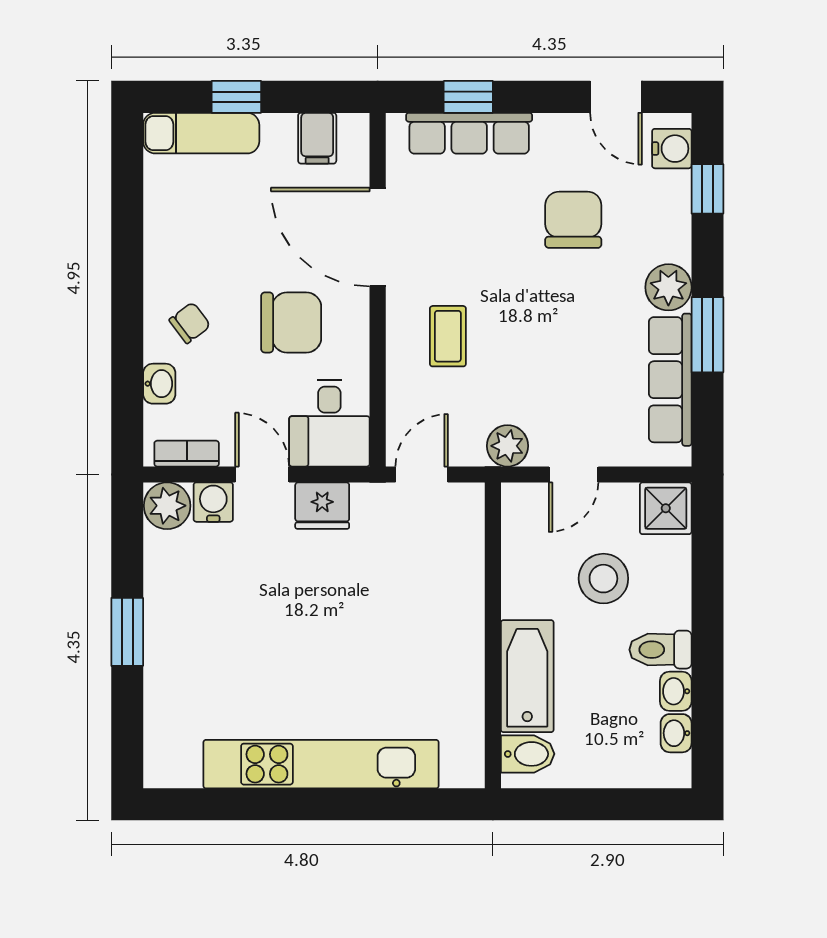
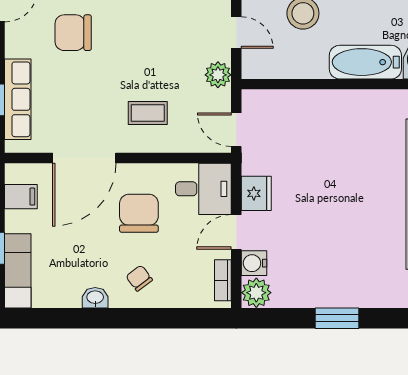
washbasin: (159, 384) -> (95, 298), moved

